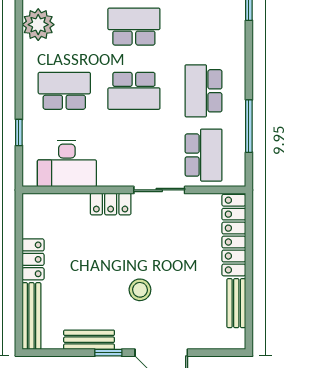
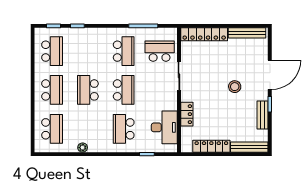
plant: (38, 25) -> (83, 148), width x0.53, depth x0.53
school desk: (204, 91) -> (124, 51), turned -90
locker: (111, 204) -> (187, 114), moved
locker: (33, 259) -> (211, 146), width x1.53
bench: (236, 303) -> (247, 33), width x1.36

